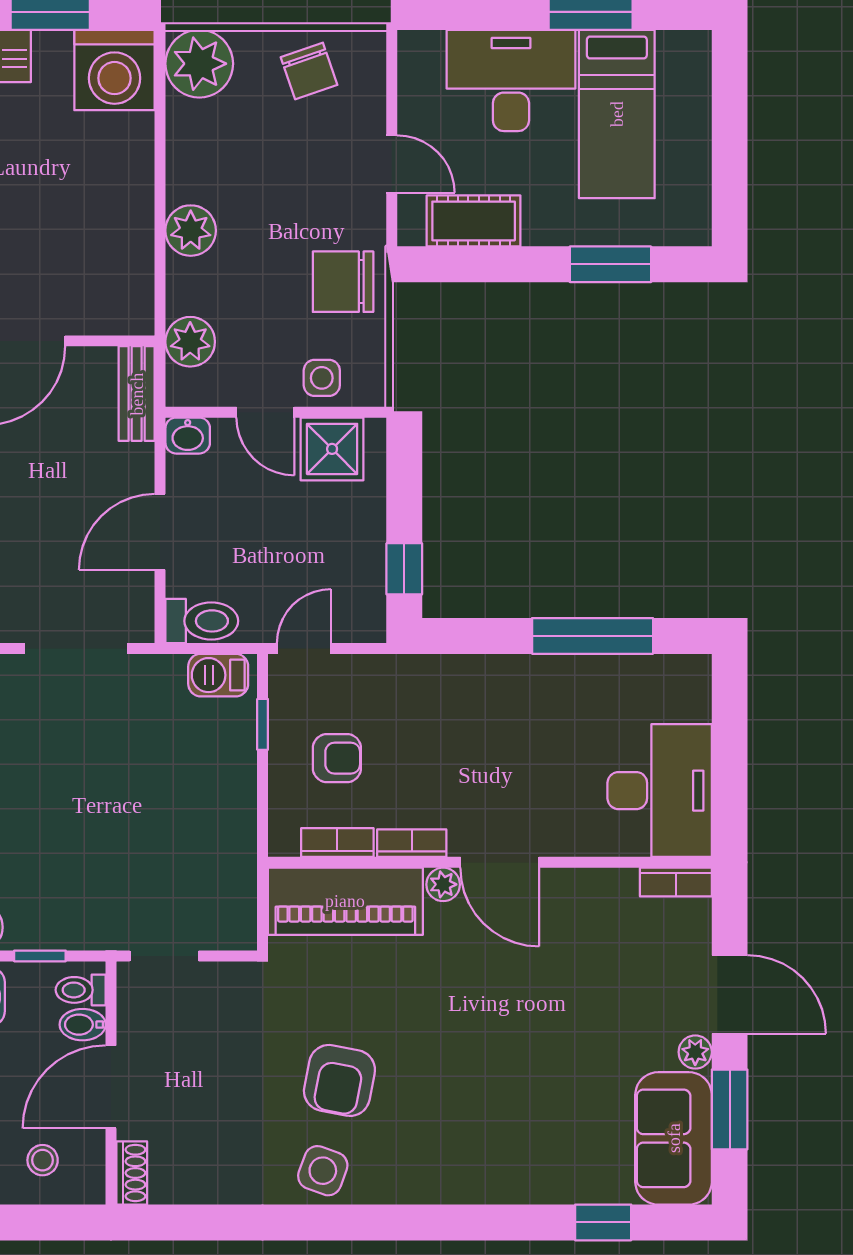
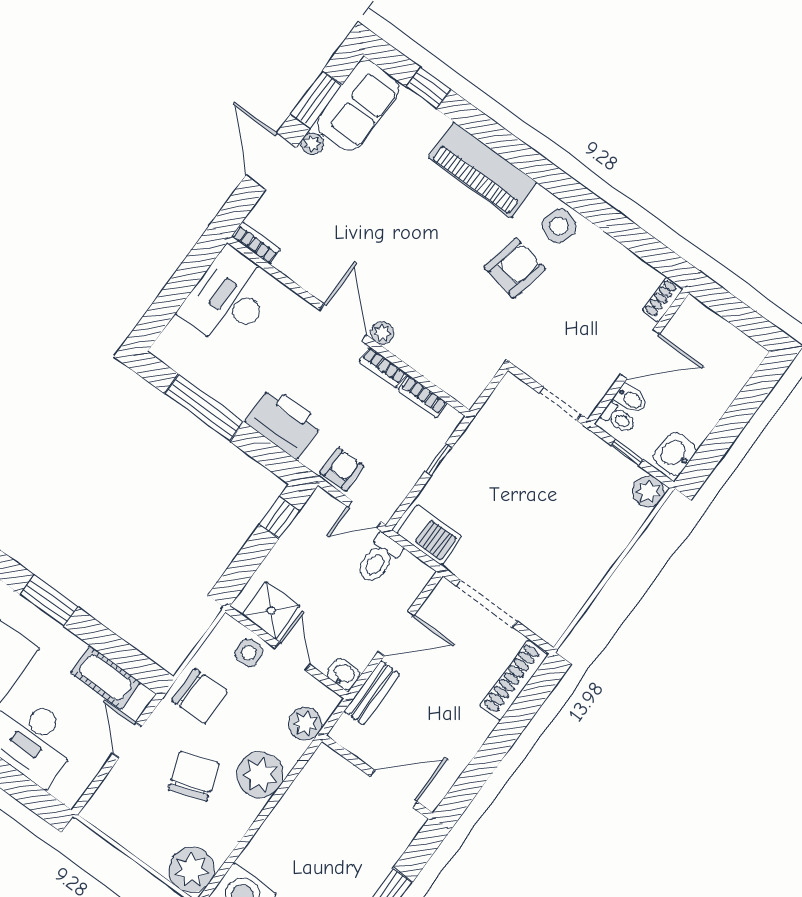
chair: (309, 71) -> (193, 776), moved, width x1.37, depth x1.37
plant: (191, 231) -> (260, 775), width x1.36, depth x1.36
bench: (137, 394) -> (372, 693), moved
toilet: (202, 621) -> (379, 559), moved, turned -90
barbecue: (218, 675) -> (429, 535), width x1.38, depth x1.27
printer: (483, 689) -> (284, 422), added
window: (263, 724) -> (439, 459), moved
armchair: (337, 758) -> (342, 469), moved, turned 90
piano: (345, 901) -> (483, 170), moved, turned 180
stool: (43, 1160) -> (706, 342), removed

